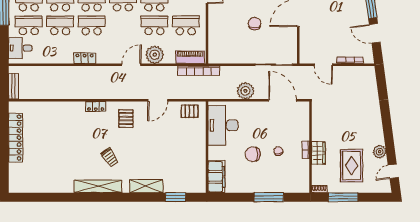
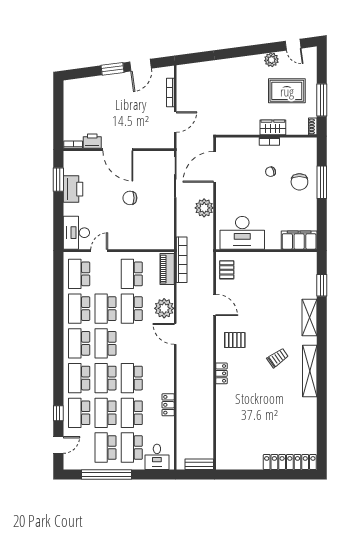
locker: (85, 58) -> (168, 405), moved
locker: (16, 138) -> (290, 462), moved
chair: (253, 154) -> (299, 182), moved

